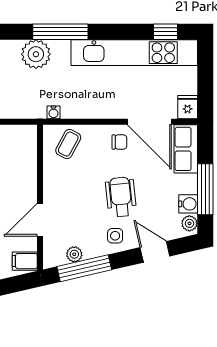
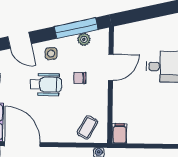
chair: (119, 142) -> (80, 78), moved
wheelchair: (121, 197) -> (46, 85), turned -84
filing cabinet: (25, 261) -> (120, 133), moved, turned -90

